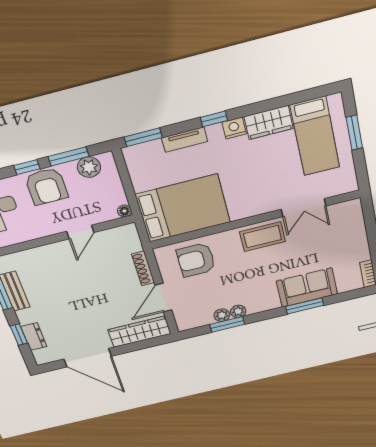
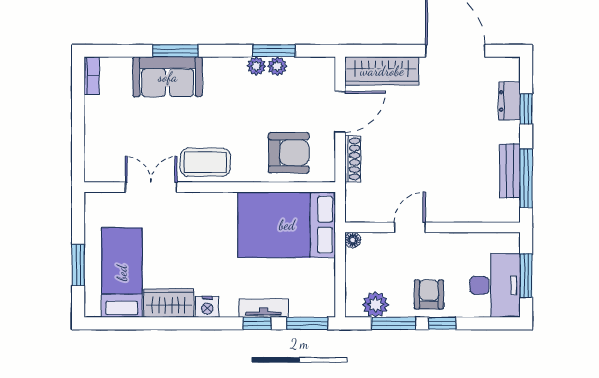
window: (214, 119) -> (257, 323), moved
armchair: (46, 186) -> (429, 294), width x0.72, depth x0.72

